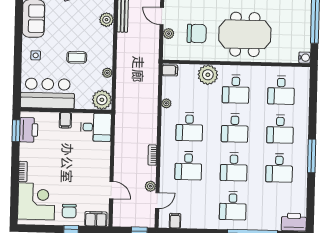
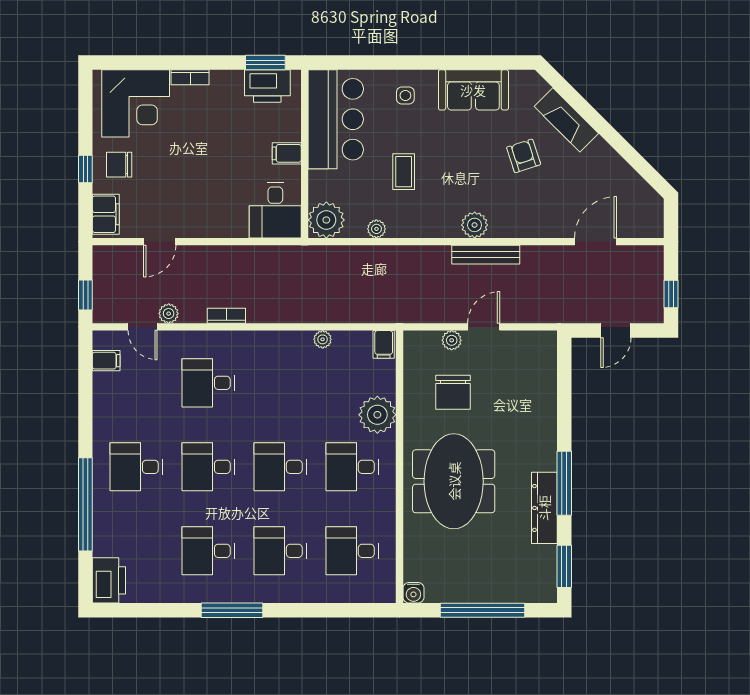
desk: (189, 127) -> (280, 383), removed

